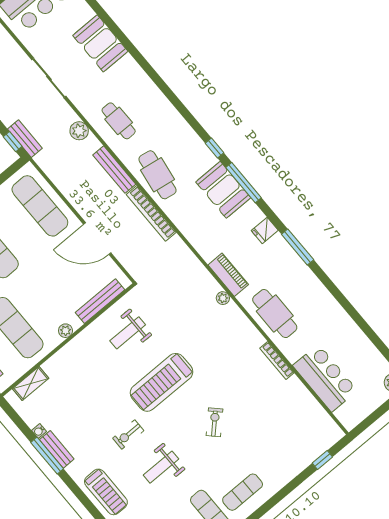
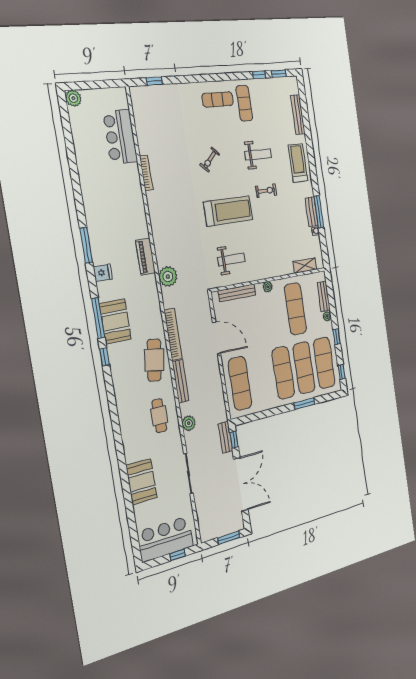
plant: (223, 298) -> (168, 277), moved, width x1.87, depth x1.87
cafe table: (275, 314) -> (129, 207), removed

